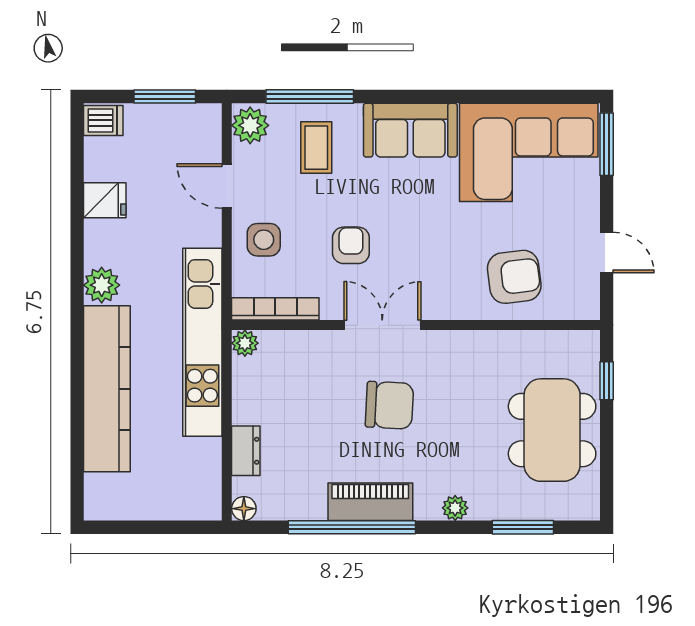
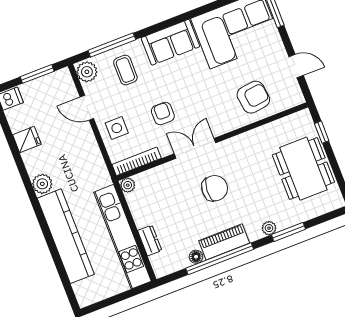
kitchen unit: (202, 342) -> (122, 237), moved
floor lamp: (244, 509) -> (196, 257), moved
window: (523, 527) -> (288, 232), moved

